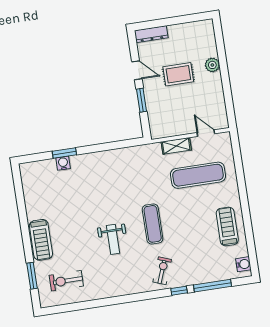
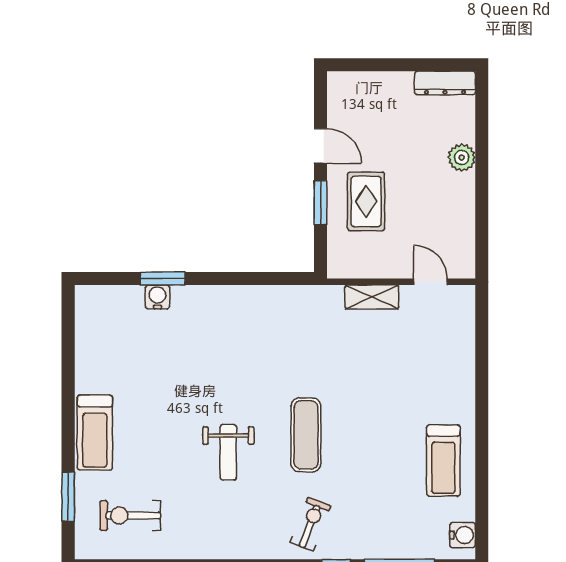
dresser: (151, 34) -> (445, 83), moved
rug: (178, 74) -> (366, 201), moved, turned 90
exercise mat: (198, 175) -> (404, 357), removed
treadmill: (227, 226) -> (443, 461), turned 180

